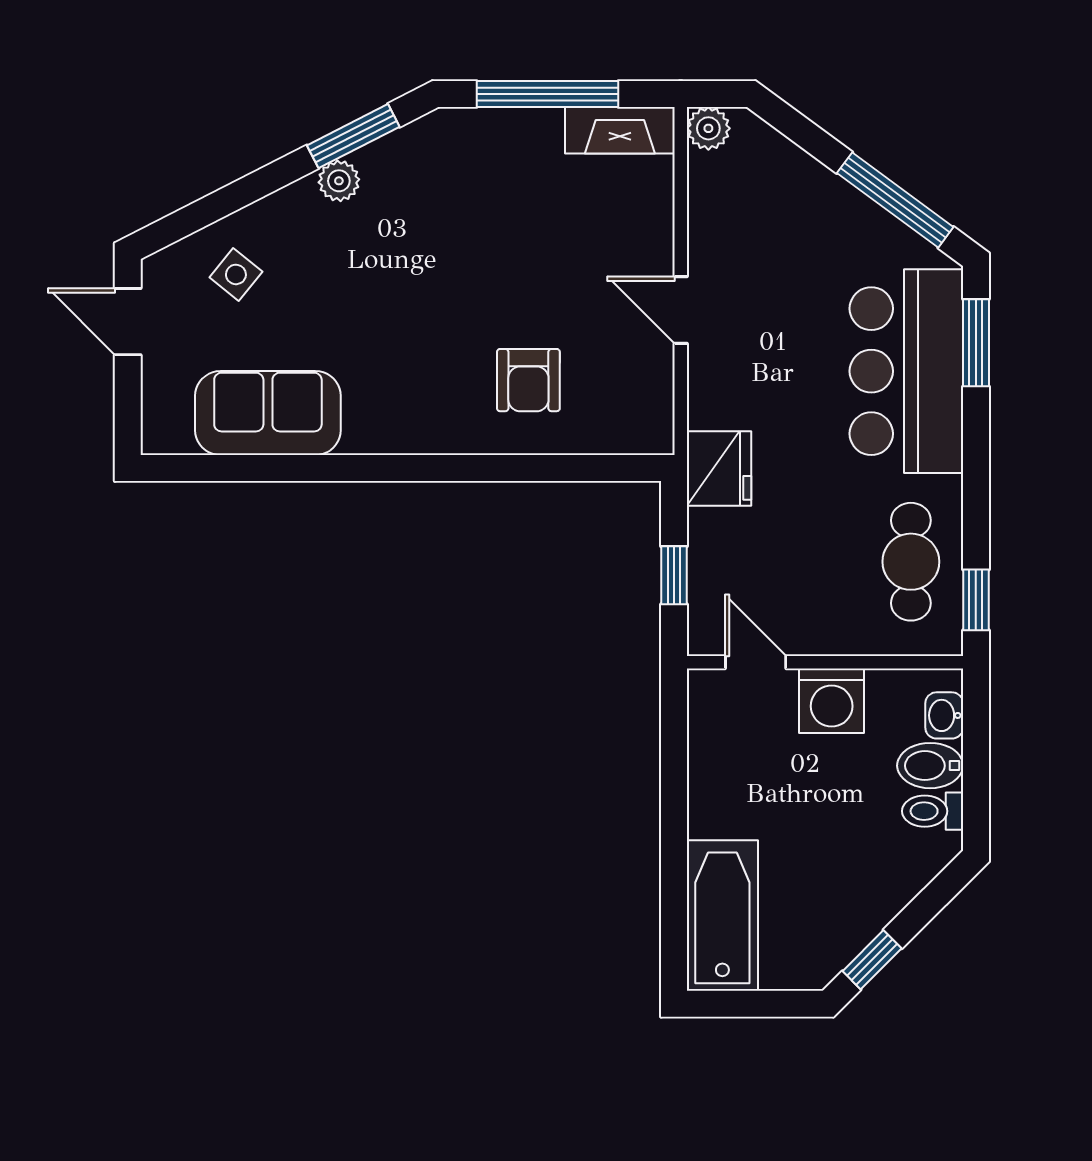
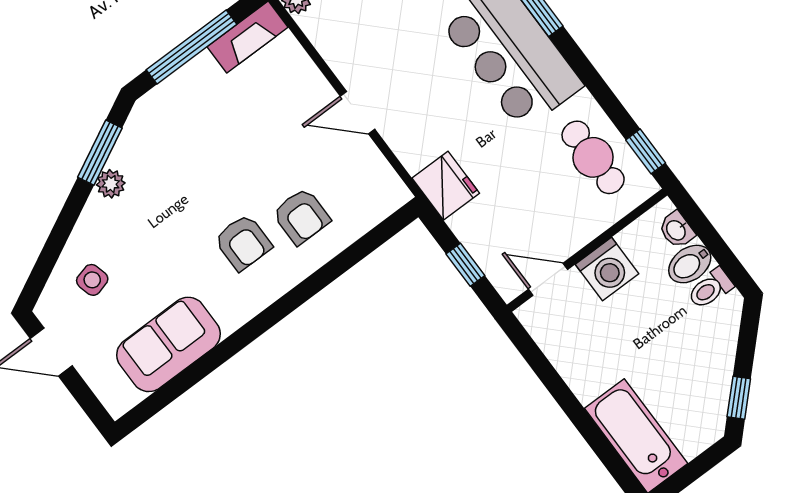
side table: (236, 274) -> (92, 280), turned 36
armchair: (440, 360) -> (243, 242), added

